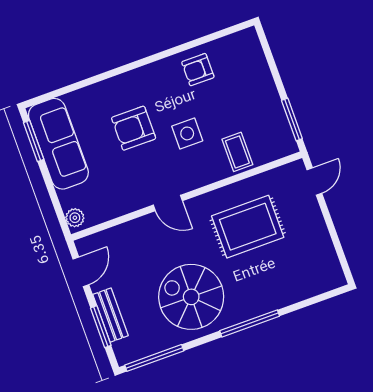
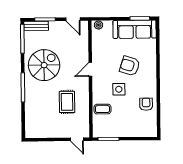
armchair: (134, 128) -> (130, 66), turned -72
rug: (248, 227) -> (67, 102), width x0.73, depth x0.70
bench: (111, 315) -> (36, 26), moved

